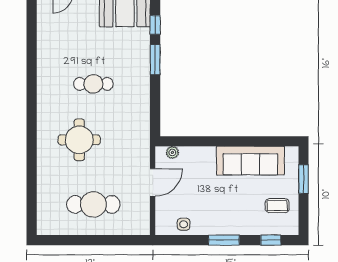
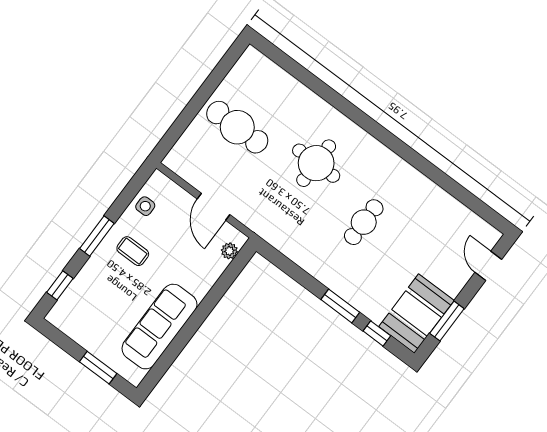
cafe table: (93, 204) -> (237, 127), turned 90
coffee table: (277, 206) -> (133, 251), moved, turned 90

